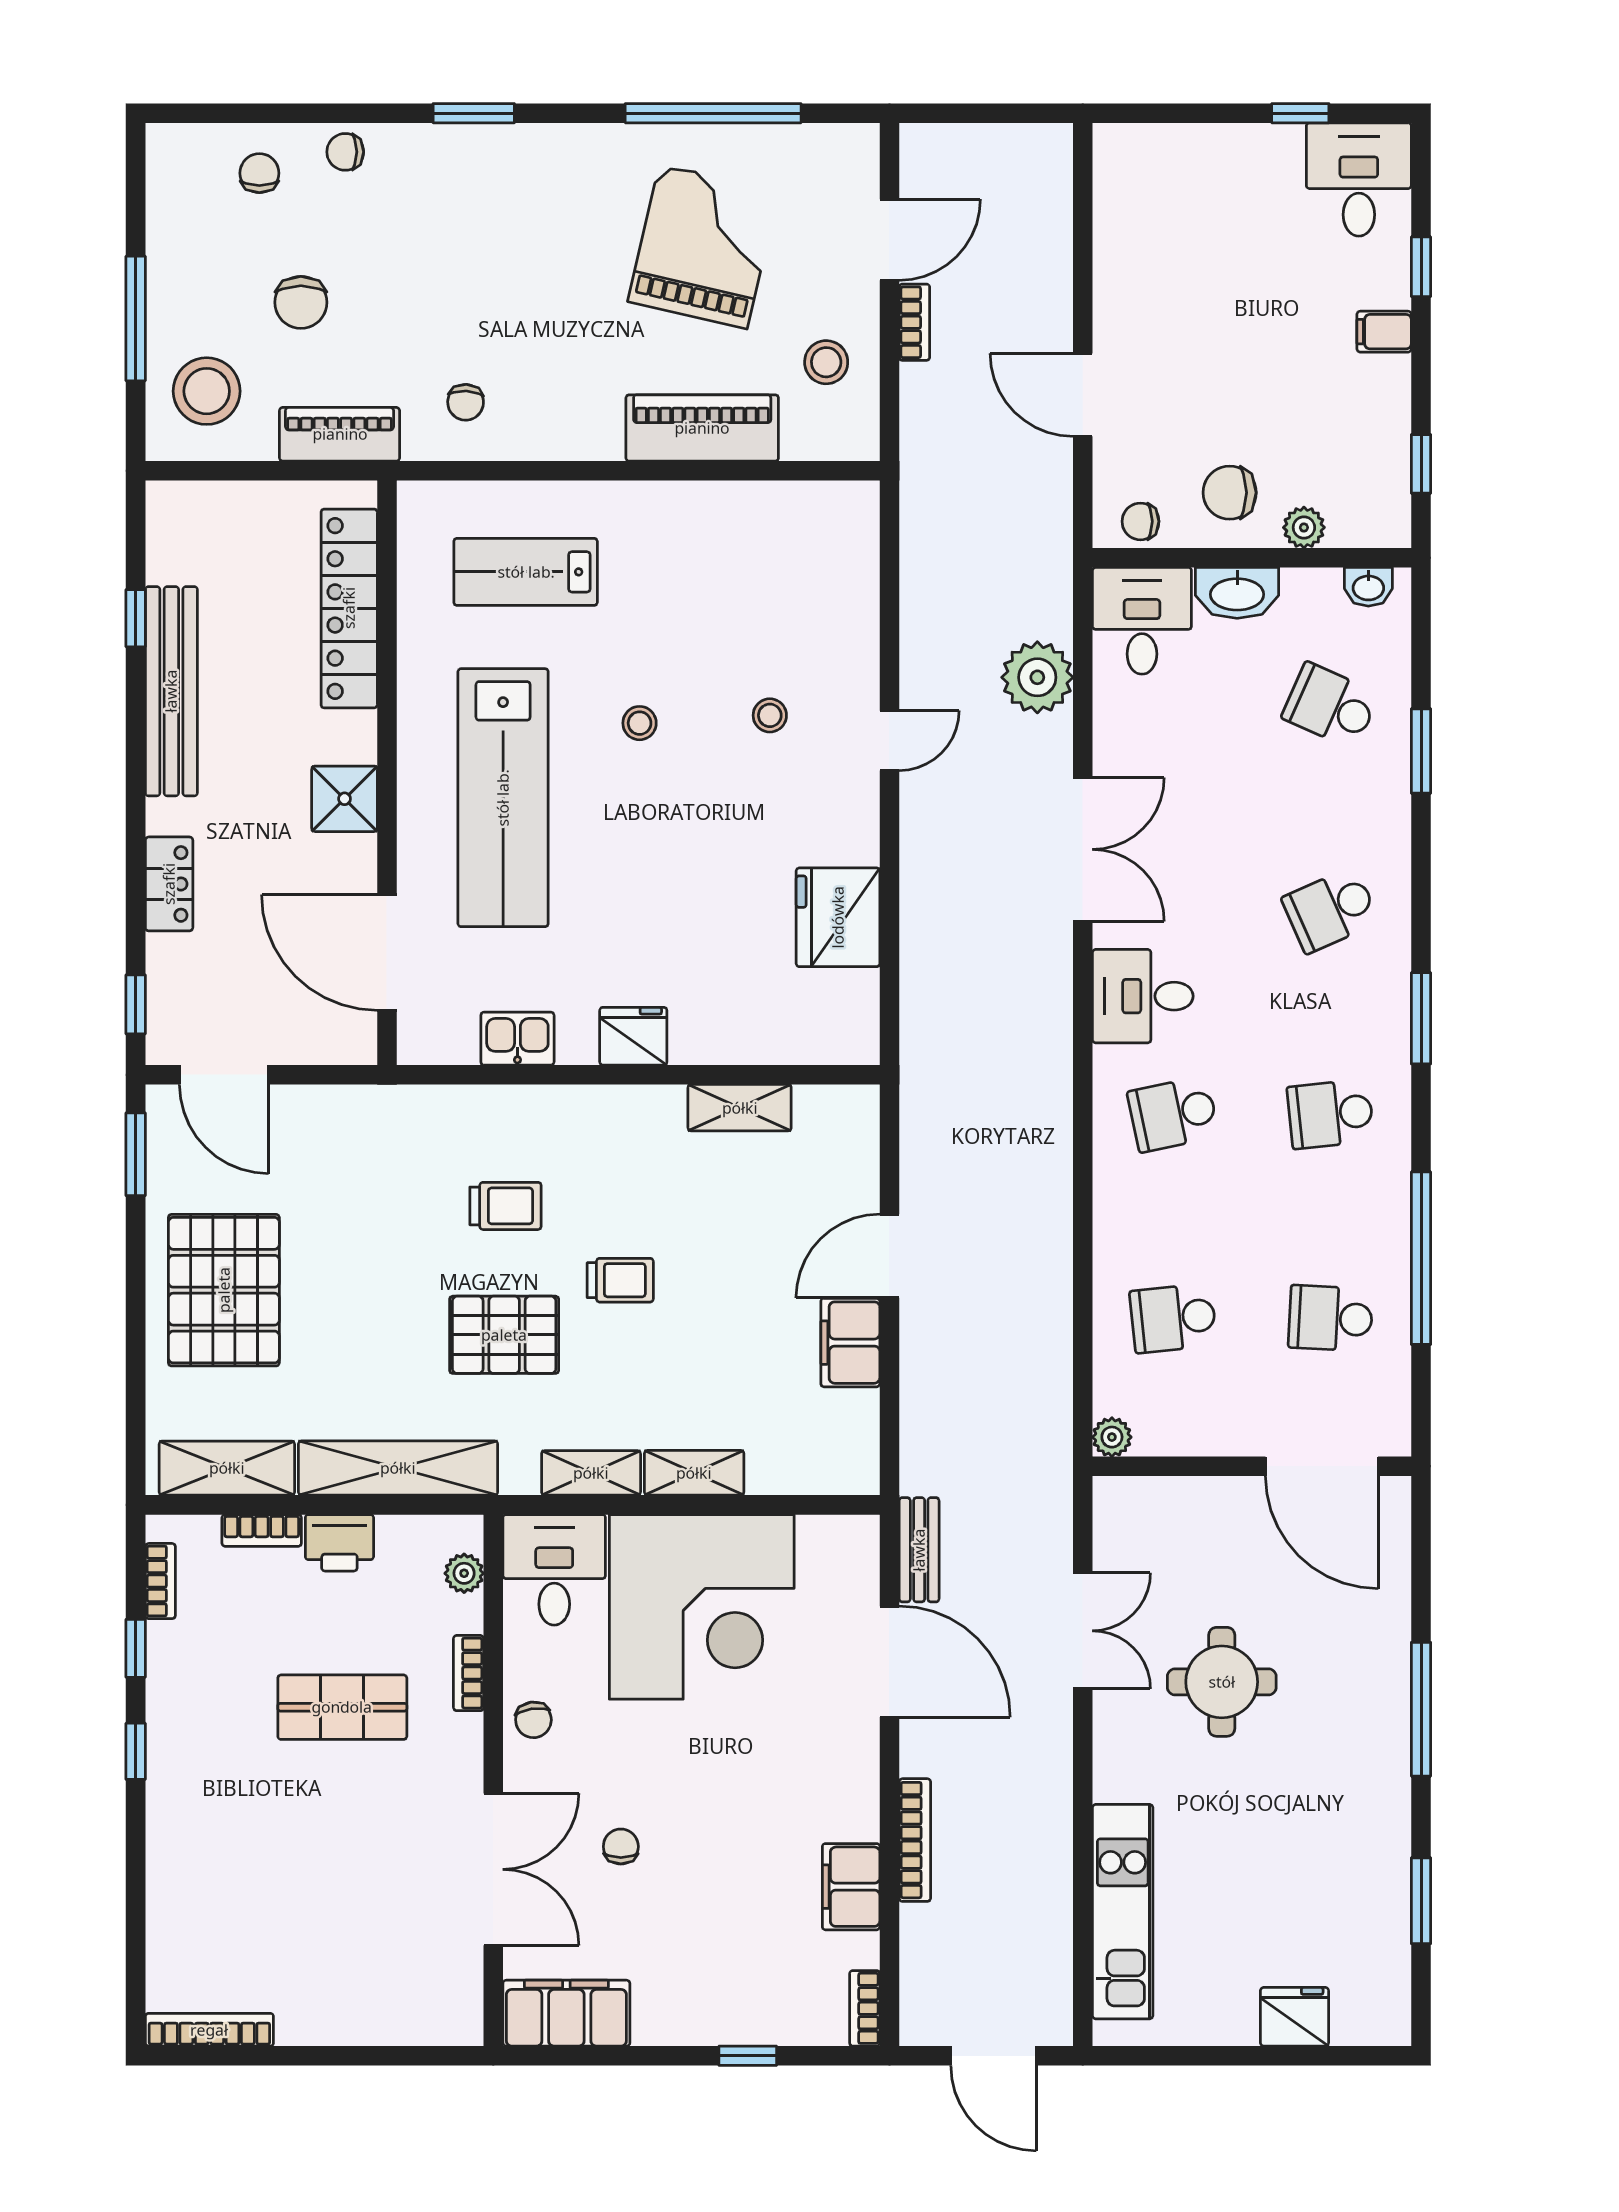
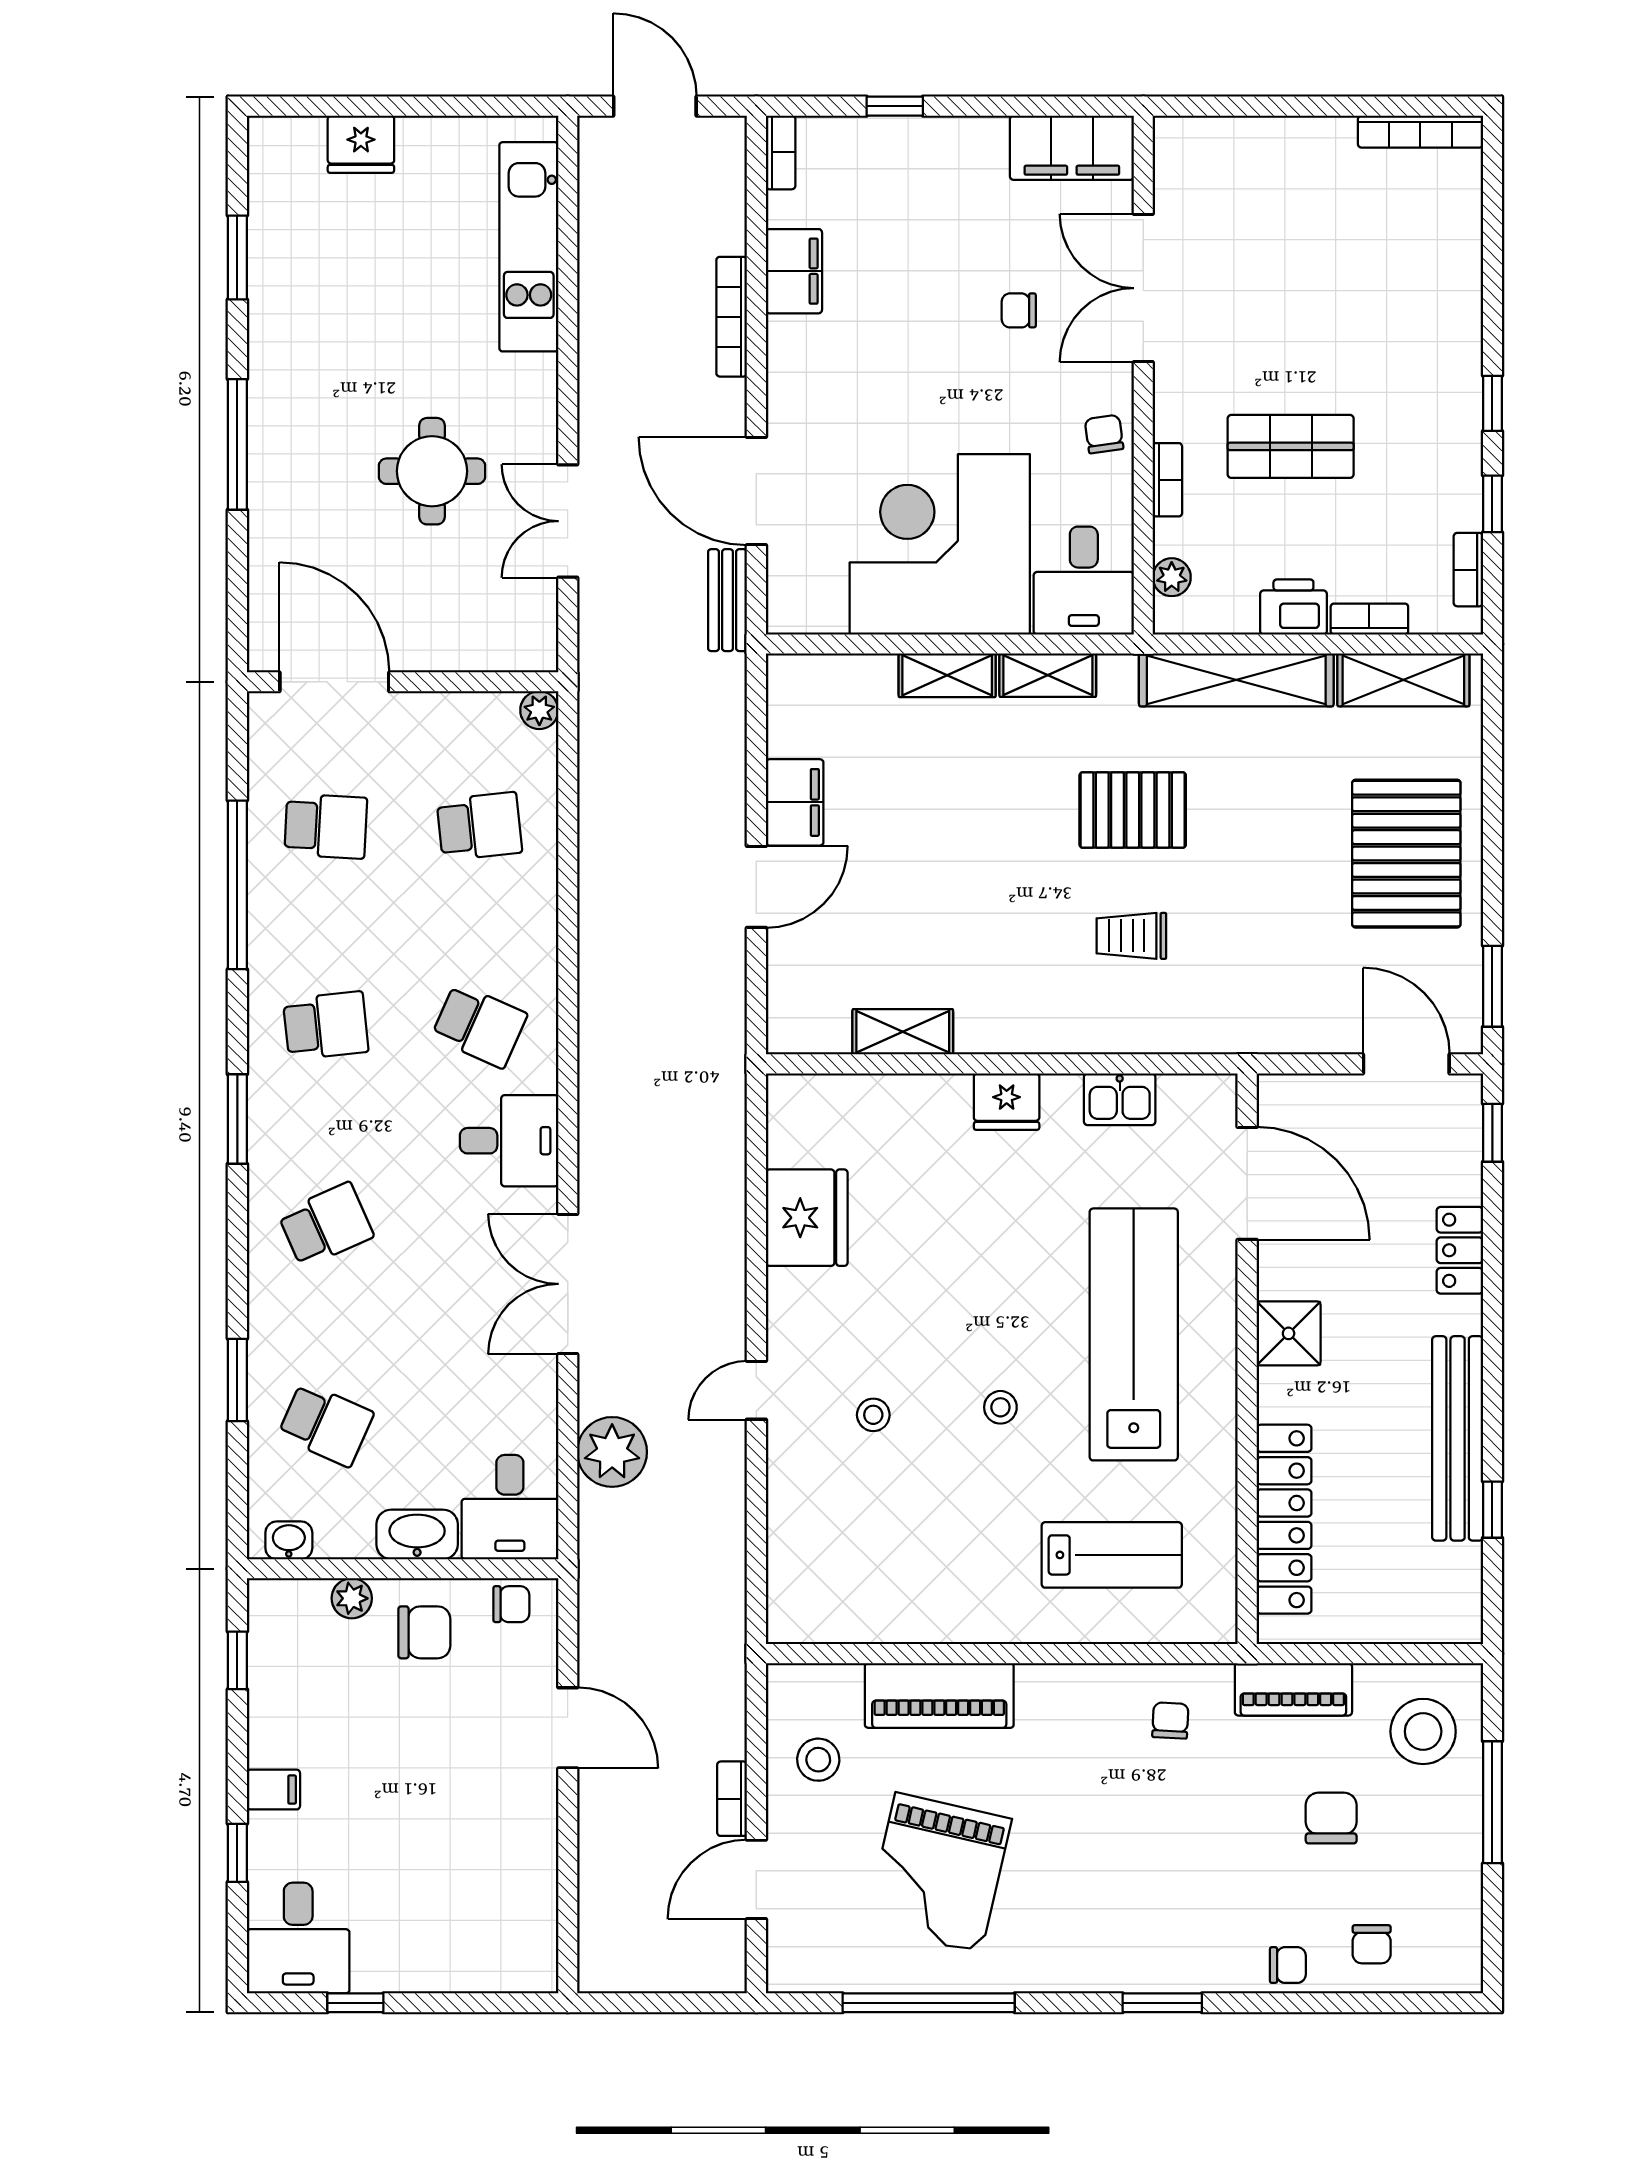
school desk: (1173, 1114) -> (479, 1026), turned 36
trolley: (620, 1280) -> (1019, 863), removed
chair: (621, 1847) -> (1019, 310), turned 90

